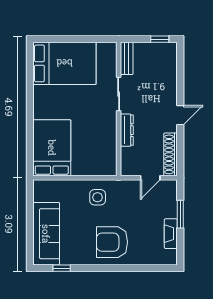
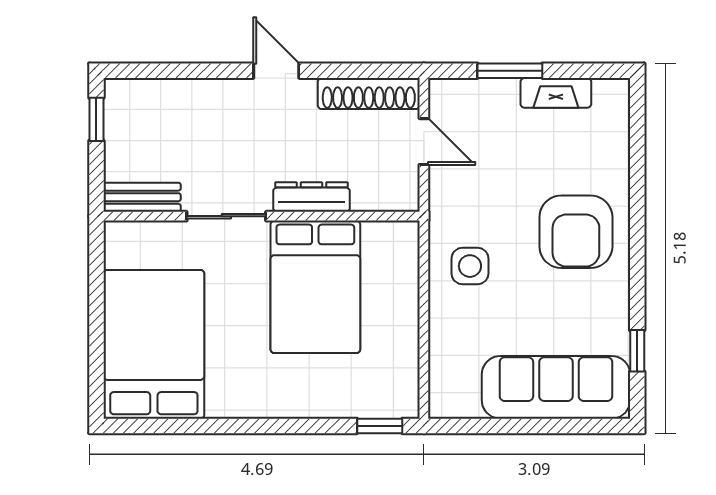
bed: (52, 148) -> (315, 287), moved, turned -90
window: (30, 159) -> (380, 426), added

